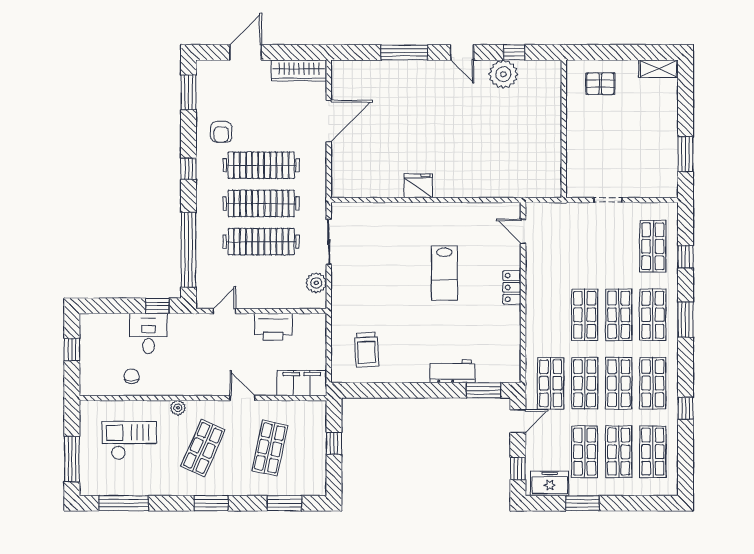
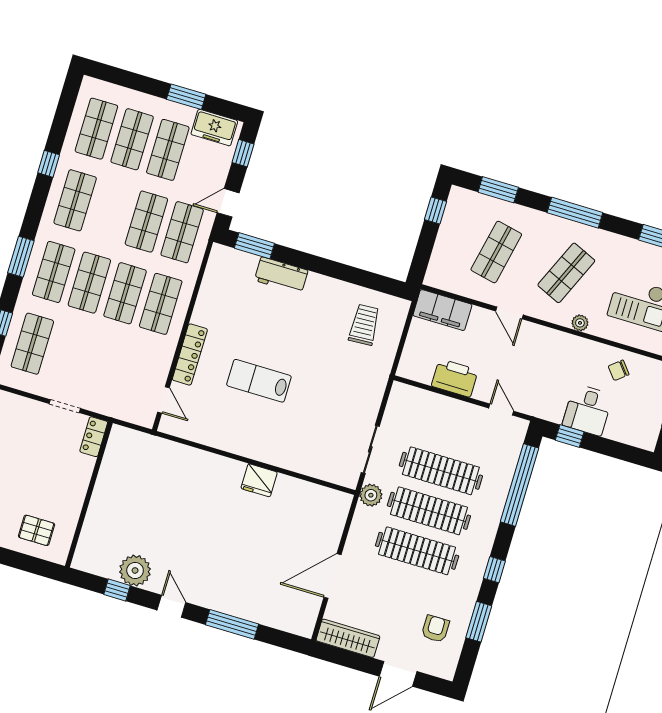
window: (188, 92) -> (479, 622), moved
armchair: (221, 132) -> (435, 629), moved
locker: (575, 181) -> (94, 437), added
lab bench: (444, 273) -> (259, 381), turned -90
plant: (316, 283) -> (371, 495), moved
locker: (512, 287) -> (190, 354), width x1.53
door: (224, 311) -> (501, 410), swing flipped
chair: (132, 376) -> (619, 370), turned 51
shop shelf: (619, 383) -> (161, 304), moved
window: (334, 443) -> (436, 210), moved
window: (211, 503) -> (575, 213), width x1.44

